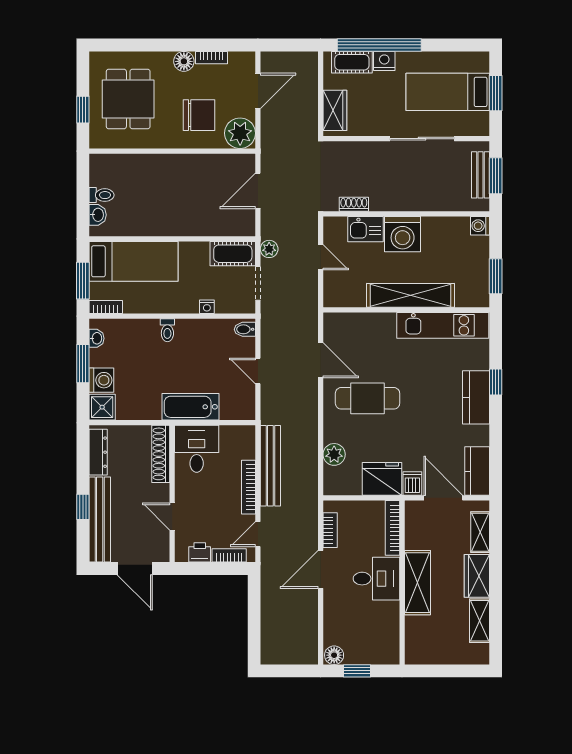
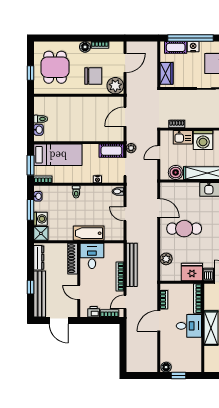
door: (321, 257) -> (159, 153), swing flipped
boiler: (352, 294) -> (176, 172), added

